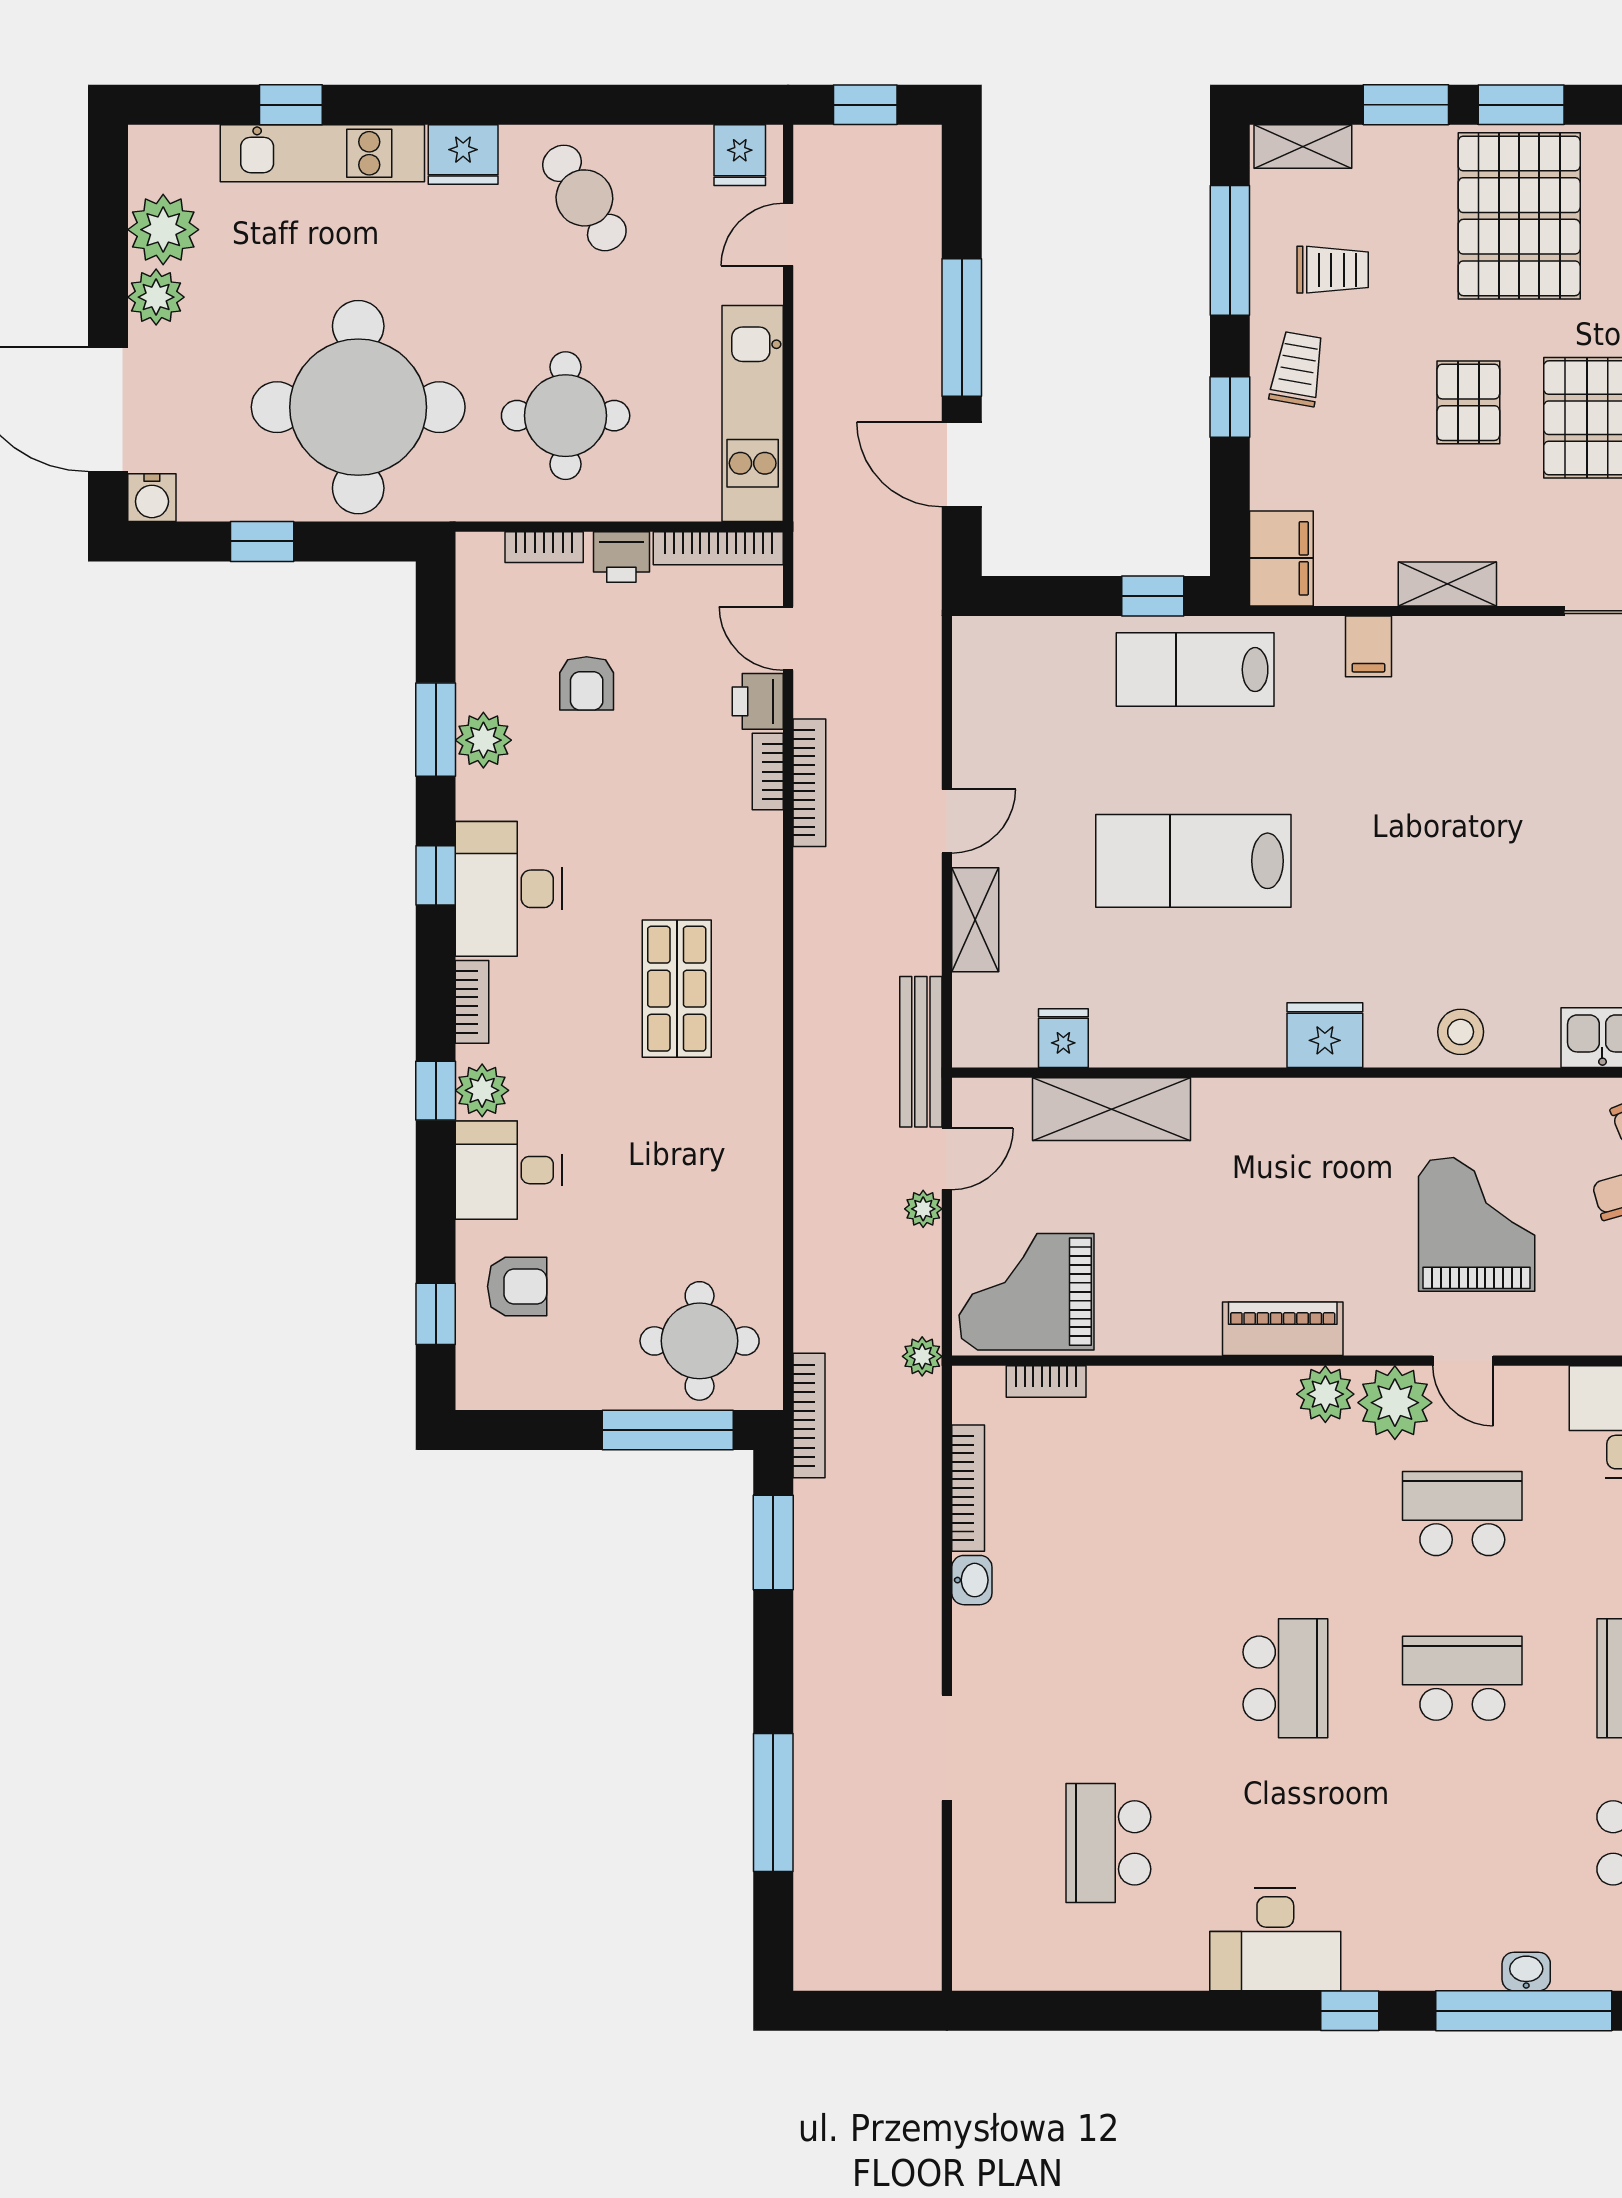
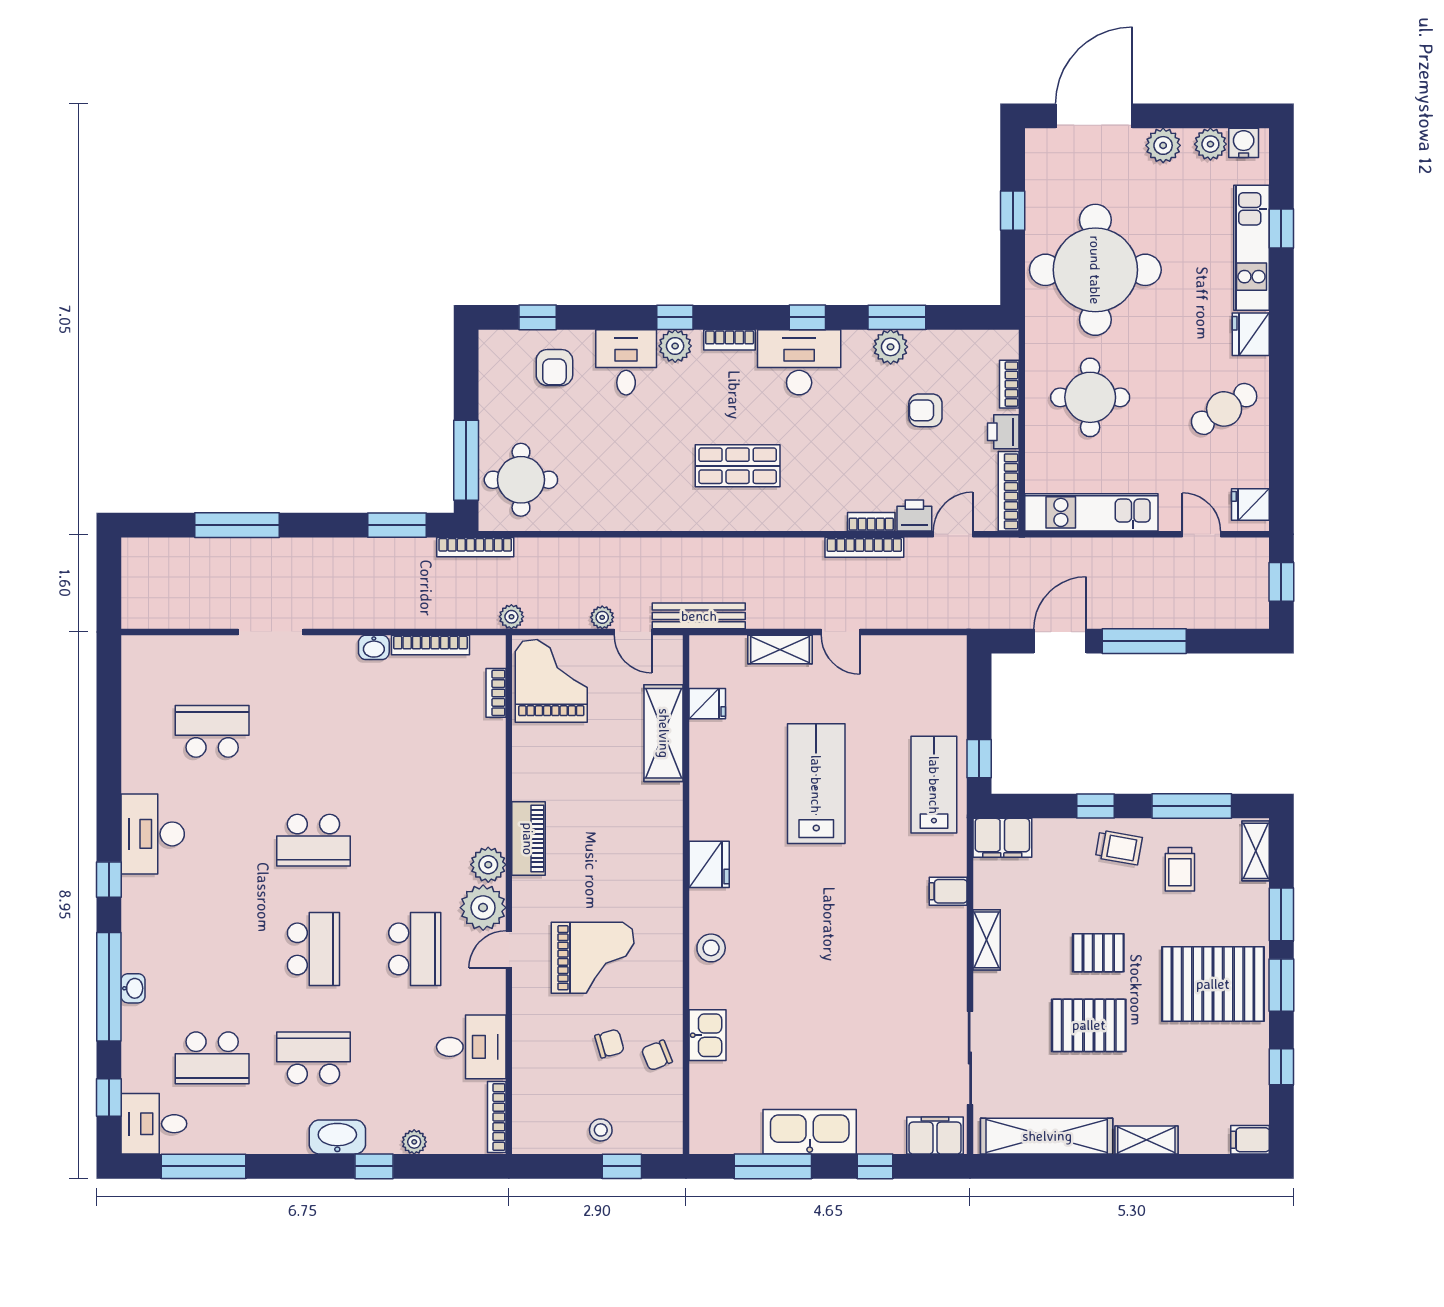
plant: (163, 230) -> (1210, 144), width x0.73, depth x0.73
water cooler: (152, 498) -> (1244, 143), moved, turned 90

